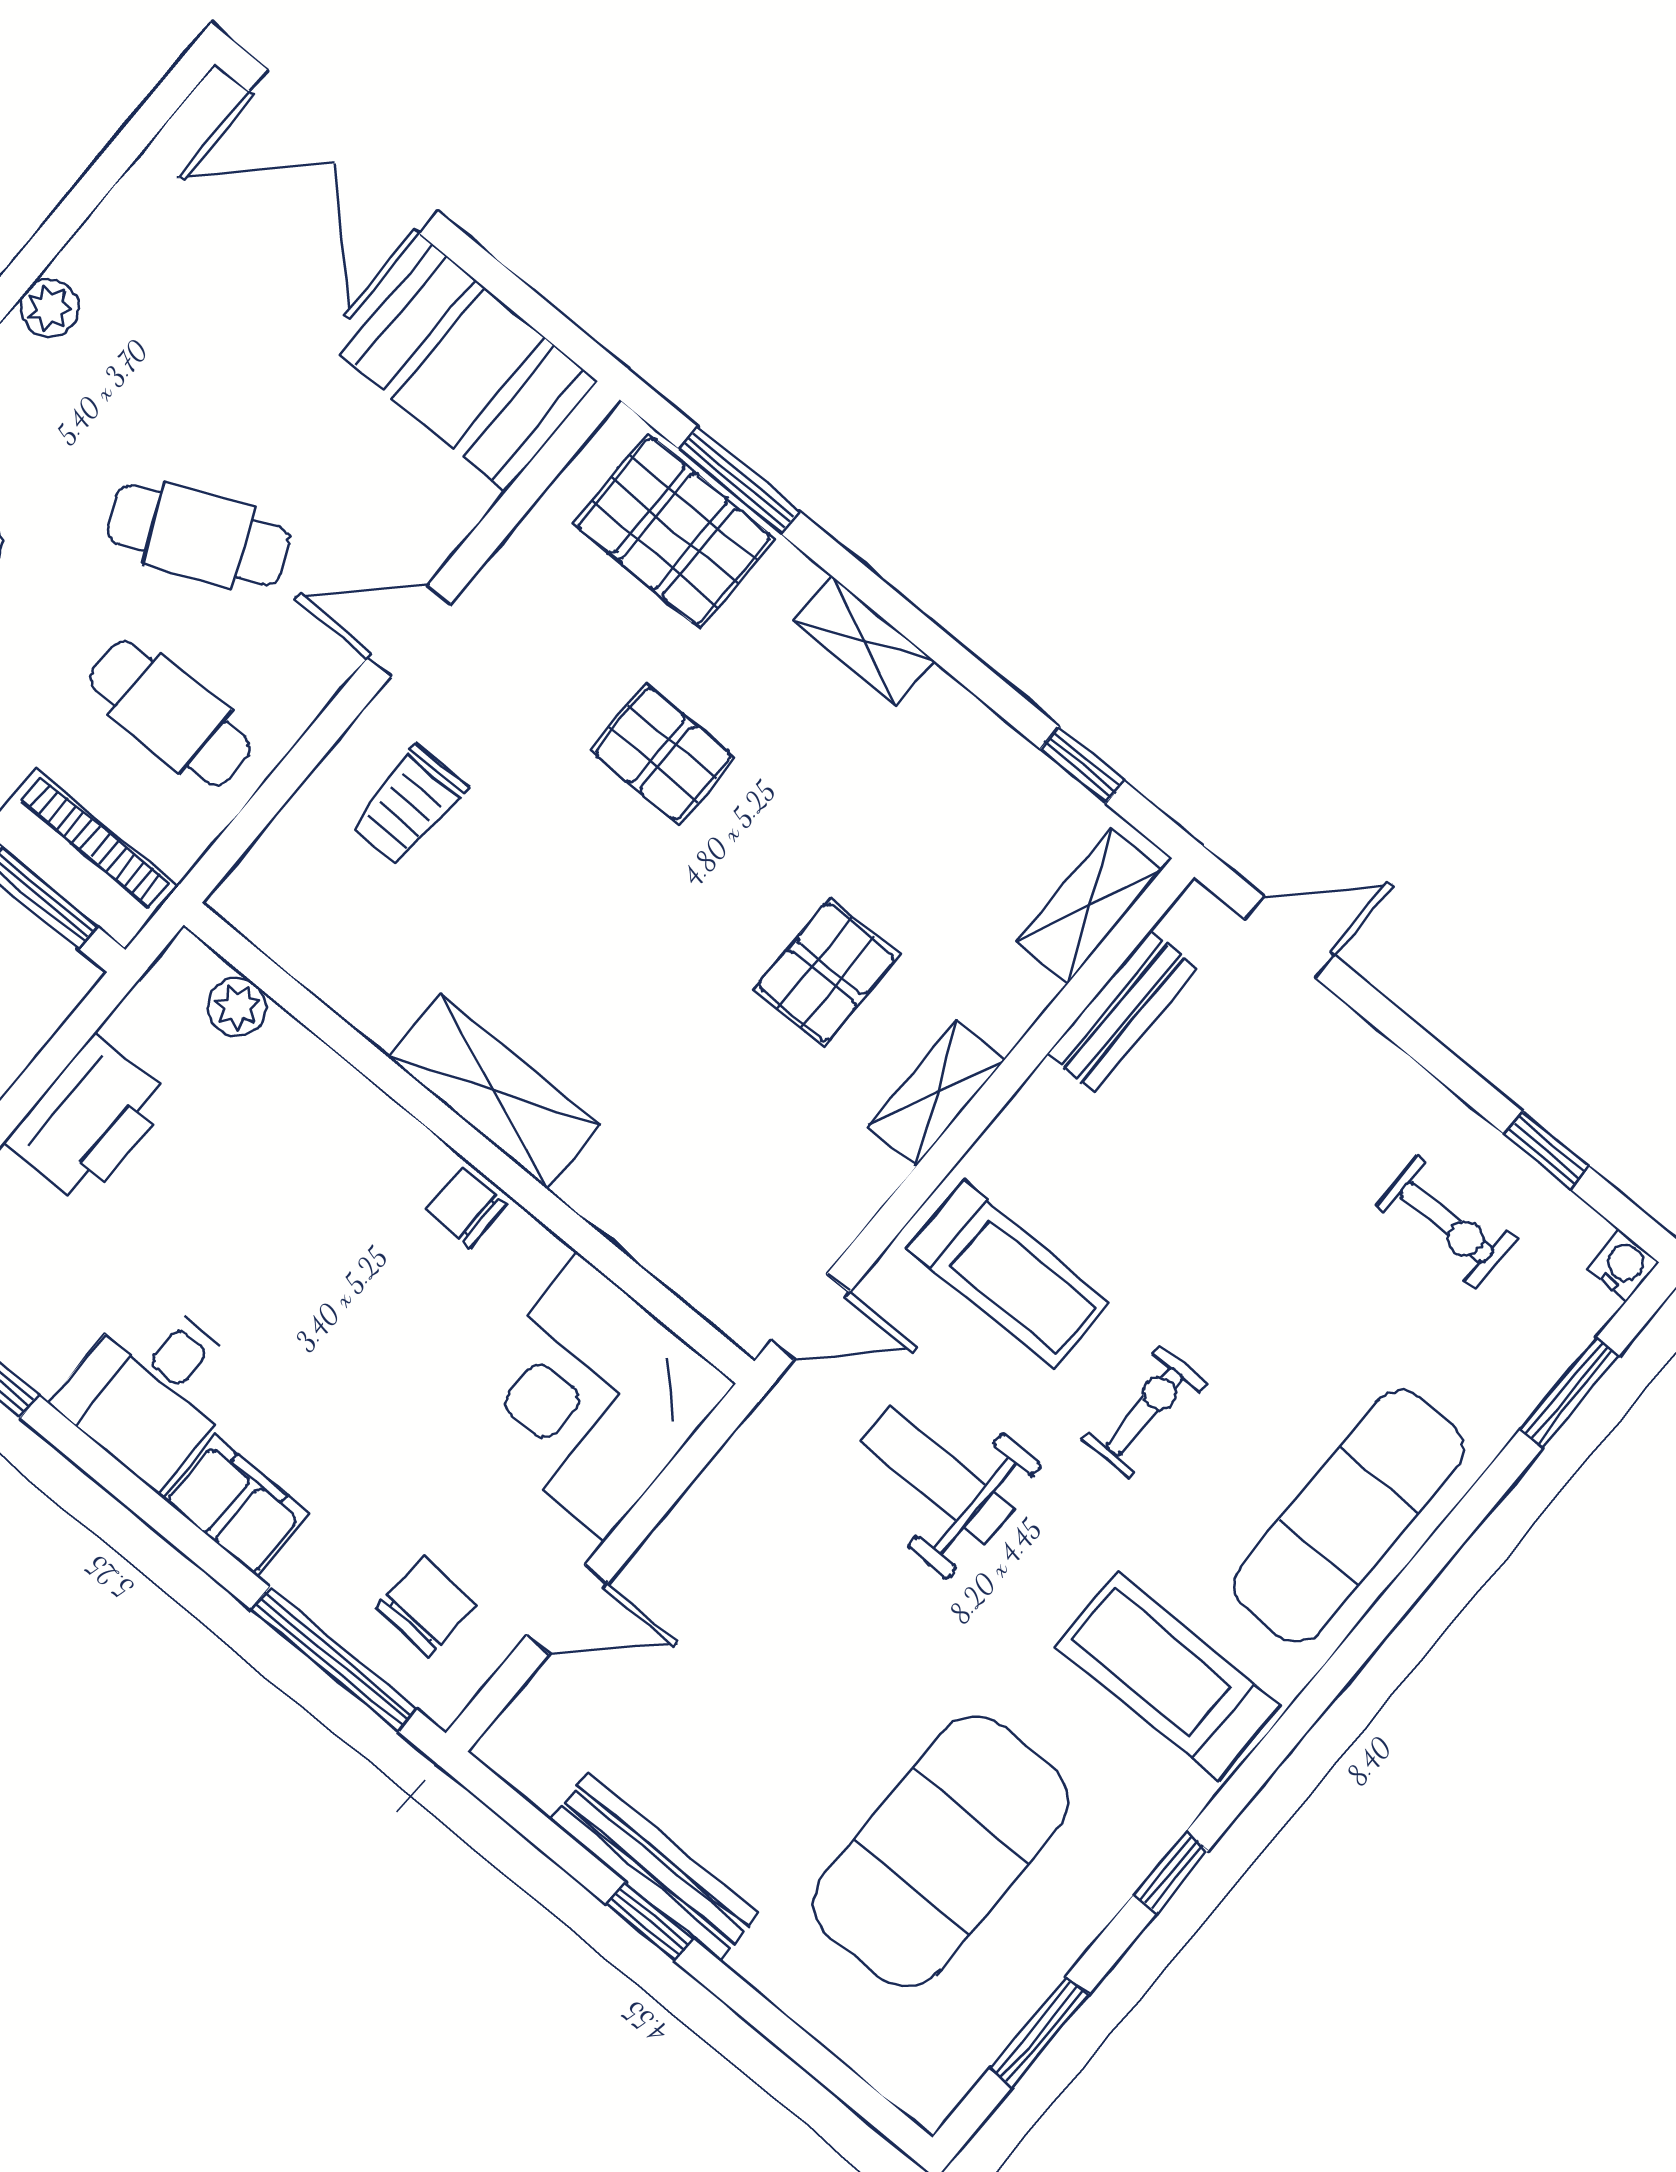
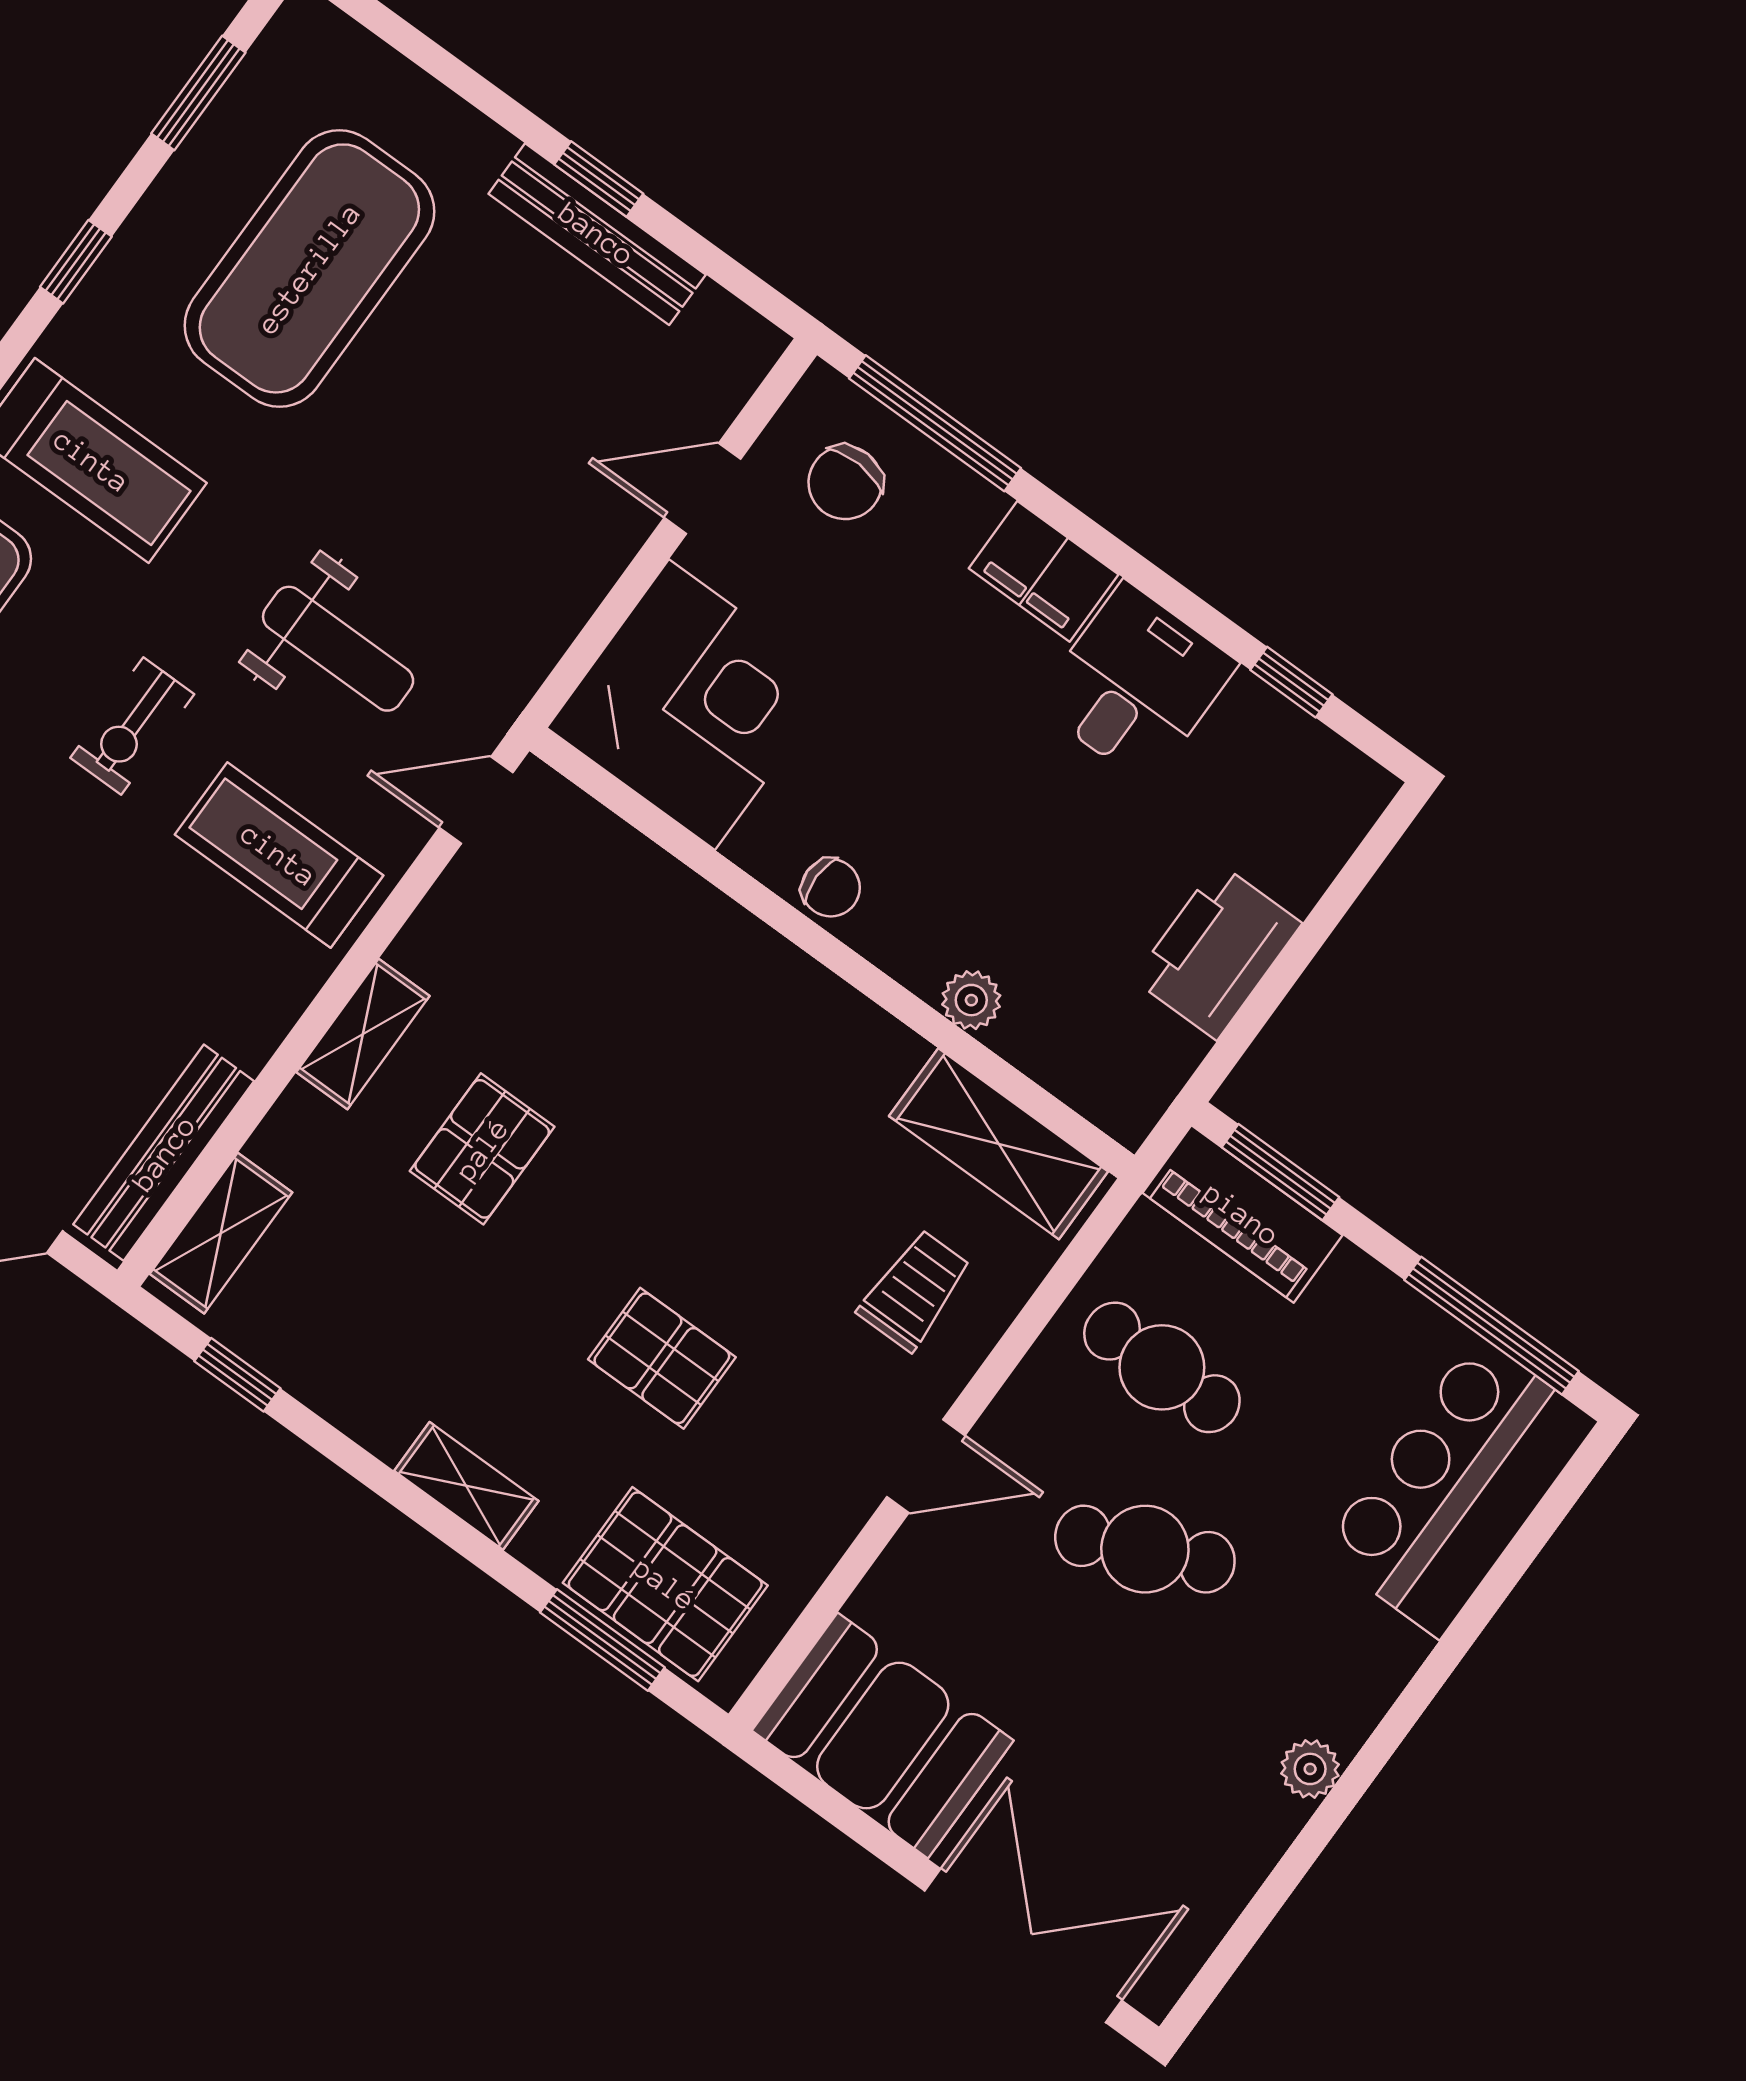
plant: (237, 1007) -> (971, 1000), moved
bench: (1122, 1011) -> (164, 1153), width x1.36
shelving: (494, 1091) -> (999, 1144), moved

